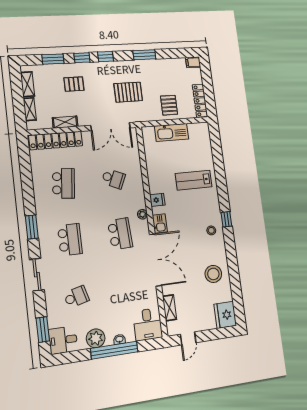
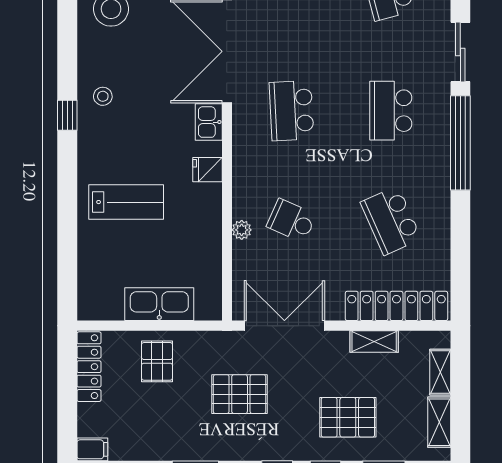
pallet: (74, 84) -> (348, 417), width x1.50, depth x1.42
school desk: (63, 183) -> (391, 221), turned -30
plant: (142, 214) -> (242, 230), moved
window: (32, 227) -> (460, 143), width x2.11

